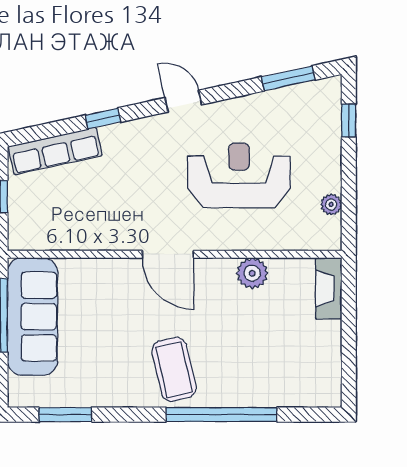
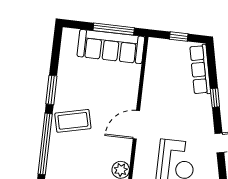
window: (65, 415) -> (51, 90), moved

